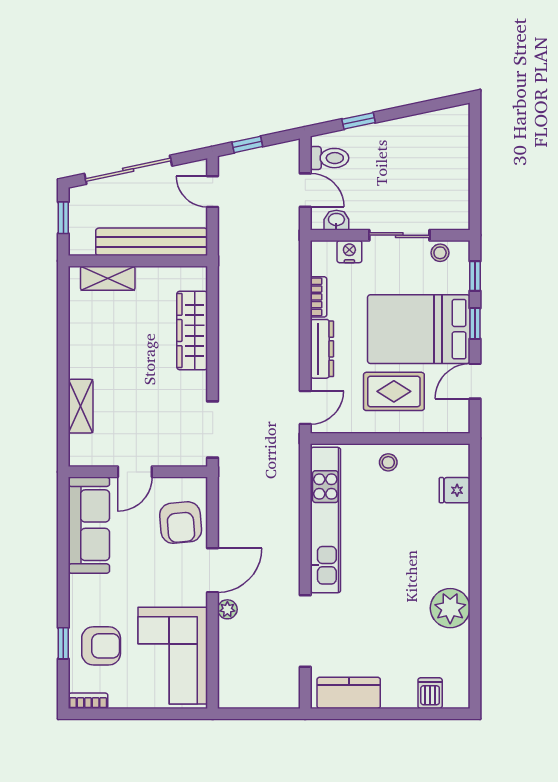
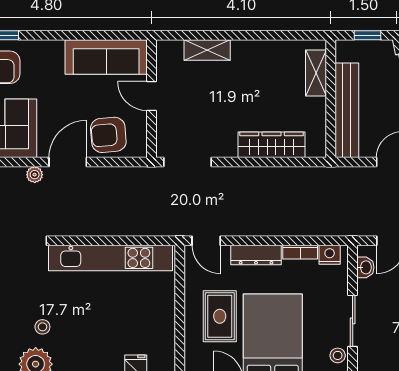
nightstand: (349, 252) -> (330, 255), moved, turned -90
stool: (388, 462) -> (42, 327), moved
door: (213, 570) -> (68, 162), swing flipped

